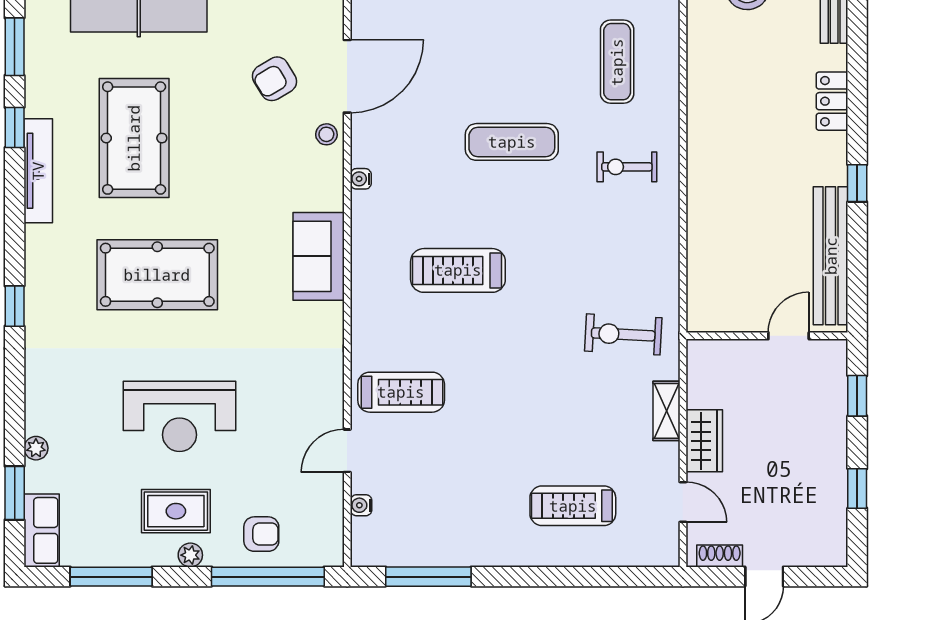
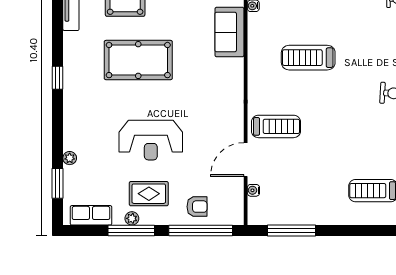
sofa: (319, 256) -> (229, 32), moved
door: (347, 451) -> (246, 160), width x1.38
row of seats: (42, 530) -> (91, 215), moved, turned -90
plant: (190, 555) -> (132, 218), moved
window: (111, 577) -> (131, 231), moved

